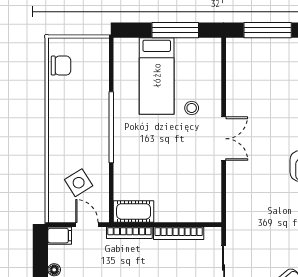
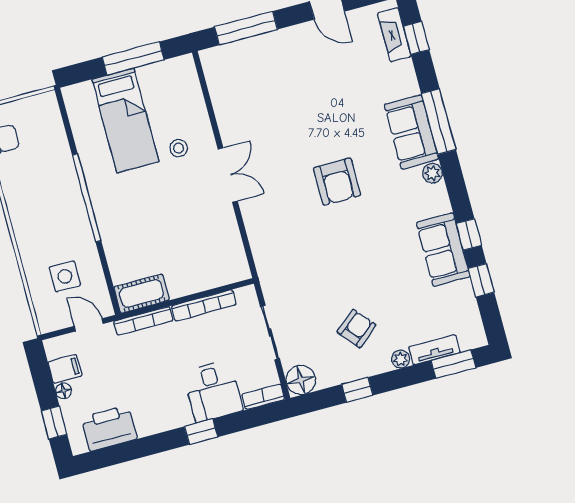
side table: (79, 183) -> (65, 276), turned 32
filing cabinet: (60, 236) -> (65, 369), moved

